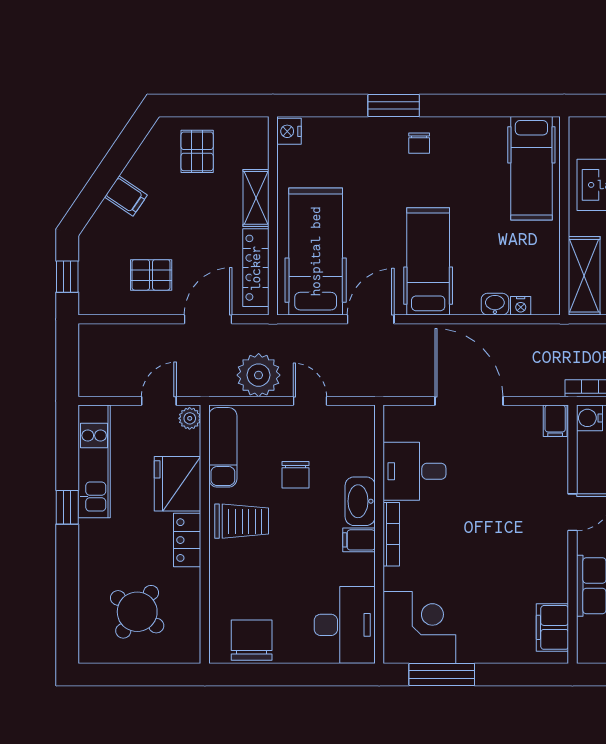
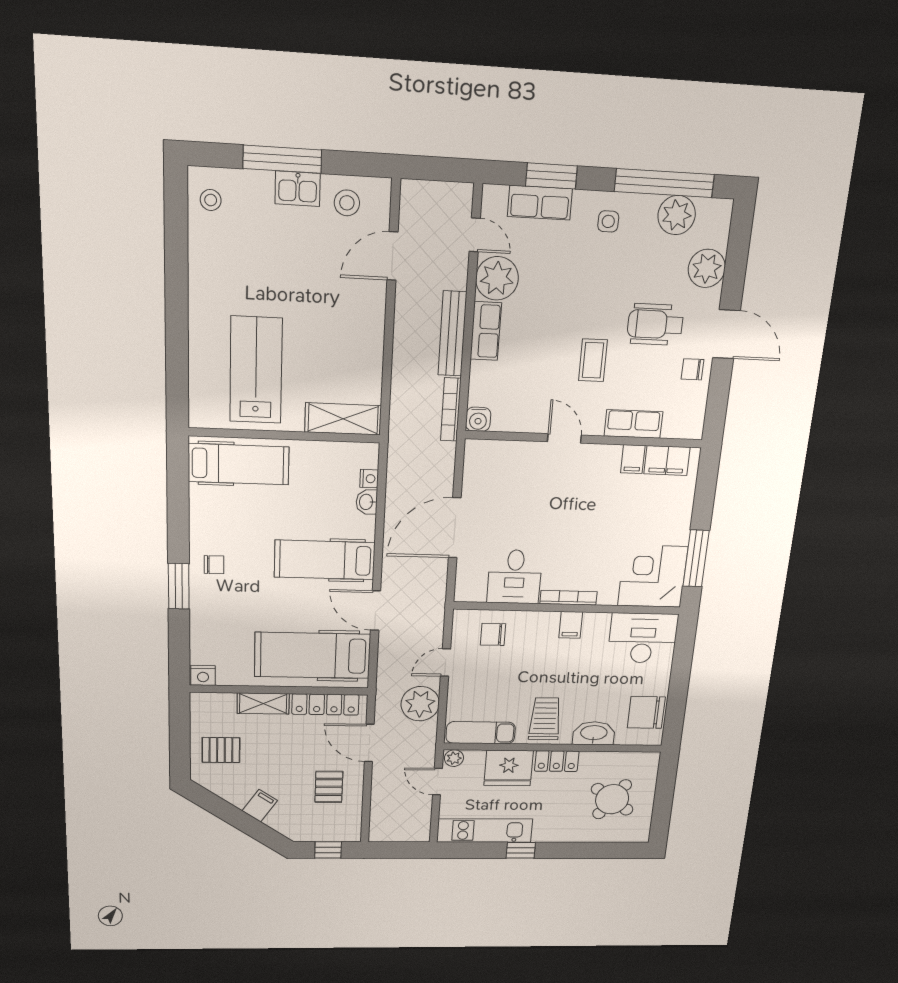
filing cabinet: (555, 421) -> (633, 459), moved, turned 90
chair: (295, 475) -> (493, 634), moved, turned 180
washbasin: (360, 501) -> (594, 733), moved, turned 180

